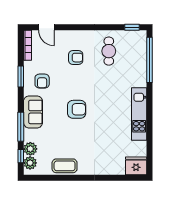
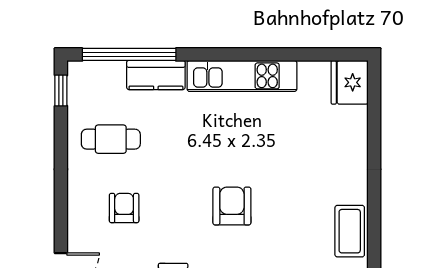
kitchen counter: (140, 73) -> (156, 75), added

